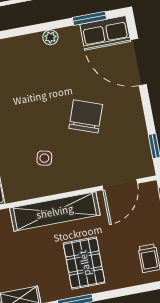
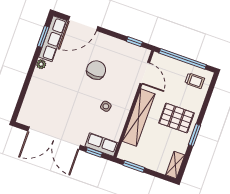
row of seats: (105, 31) -> (53, 39), width x1.48
chair: (86, 116) -> (96, 70), turned 70

